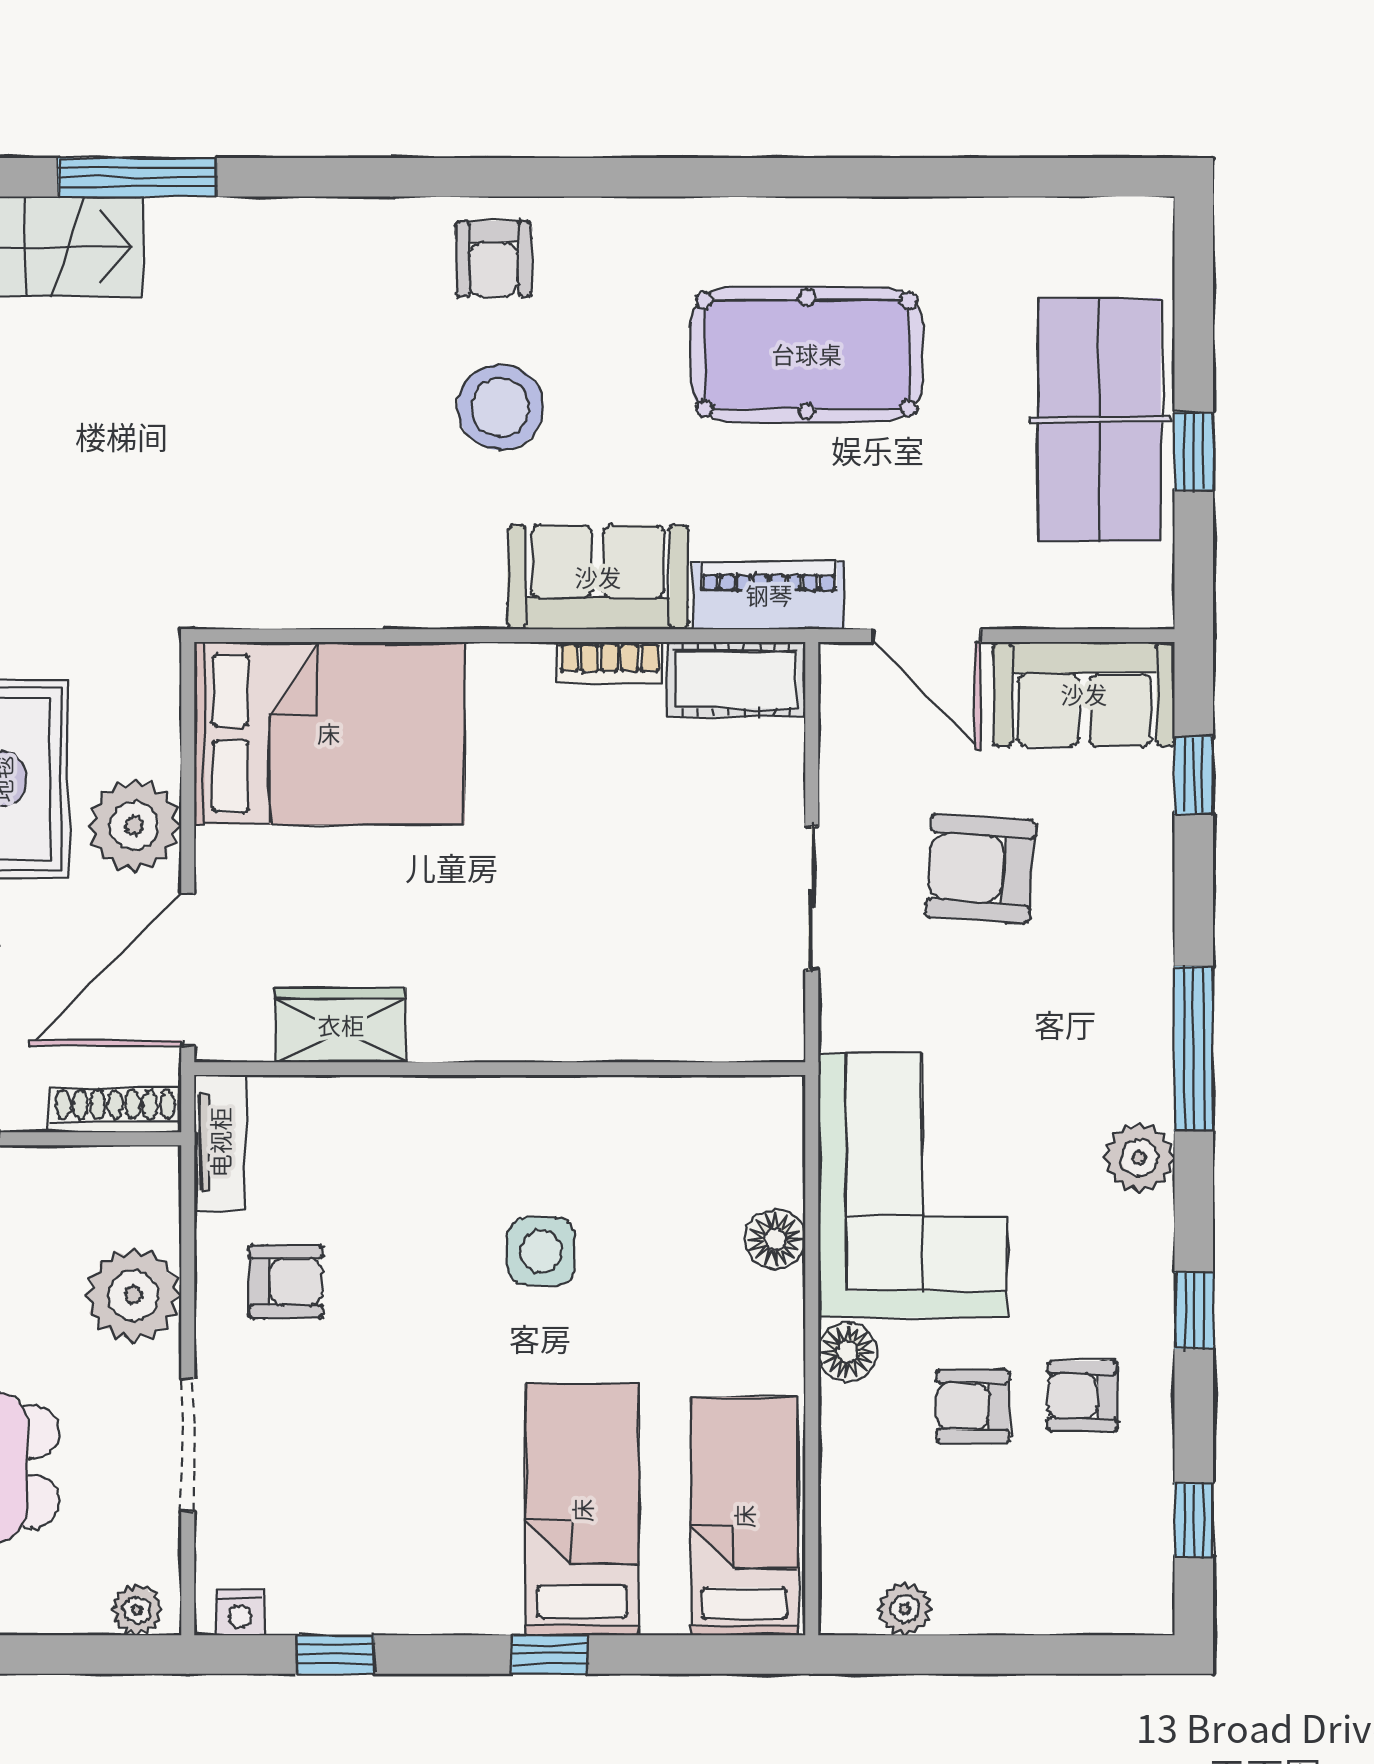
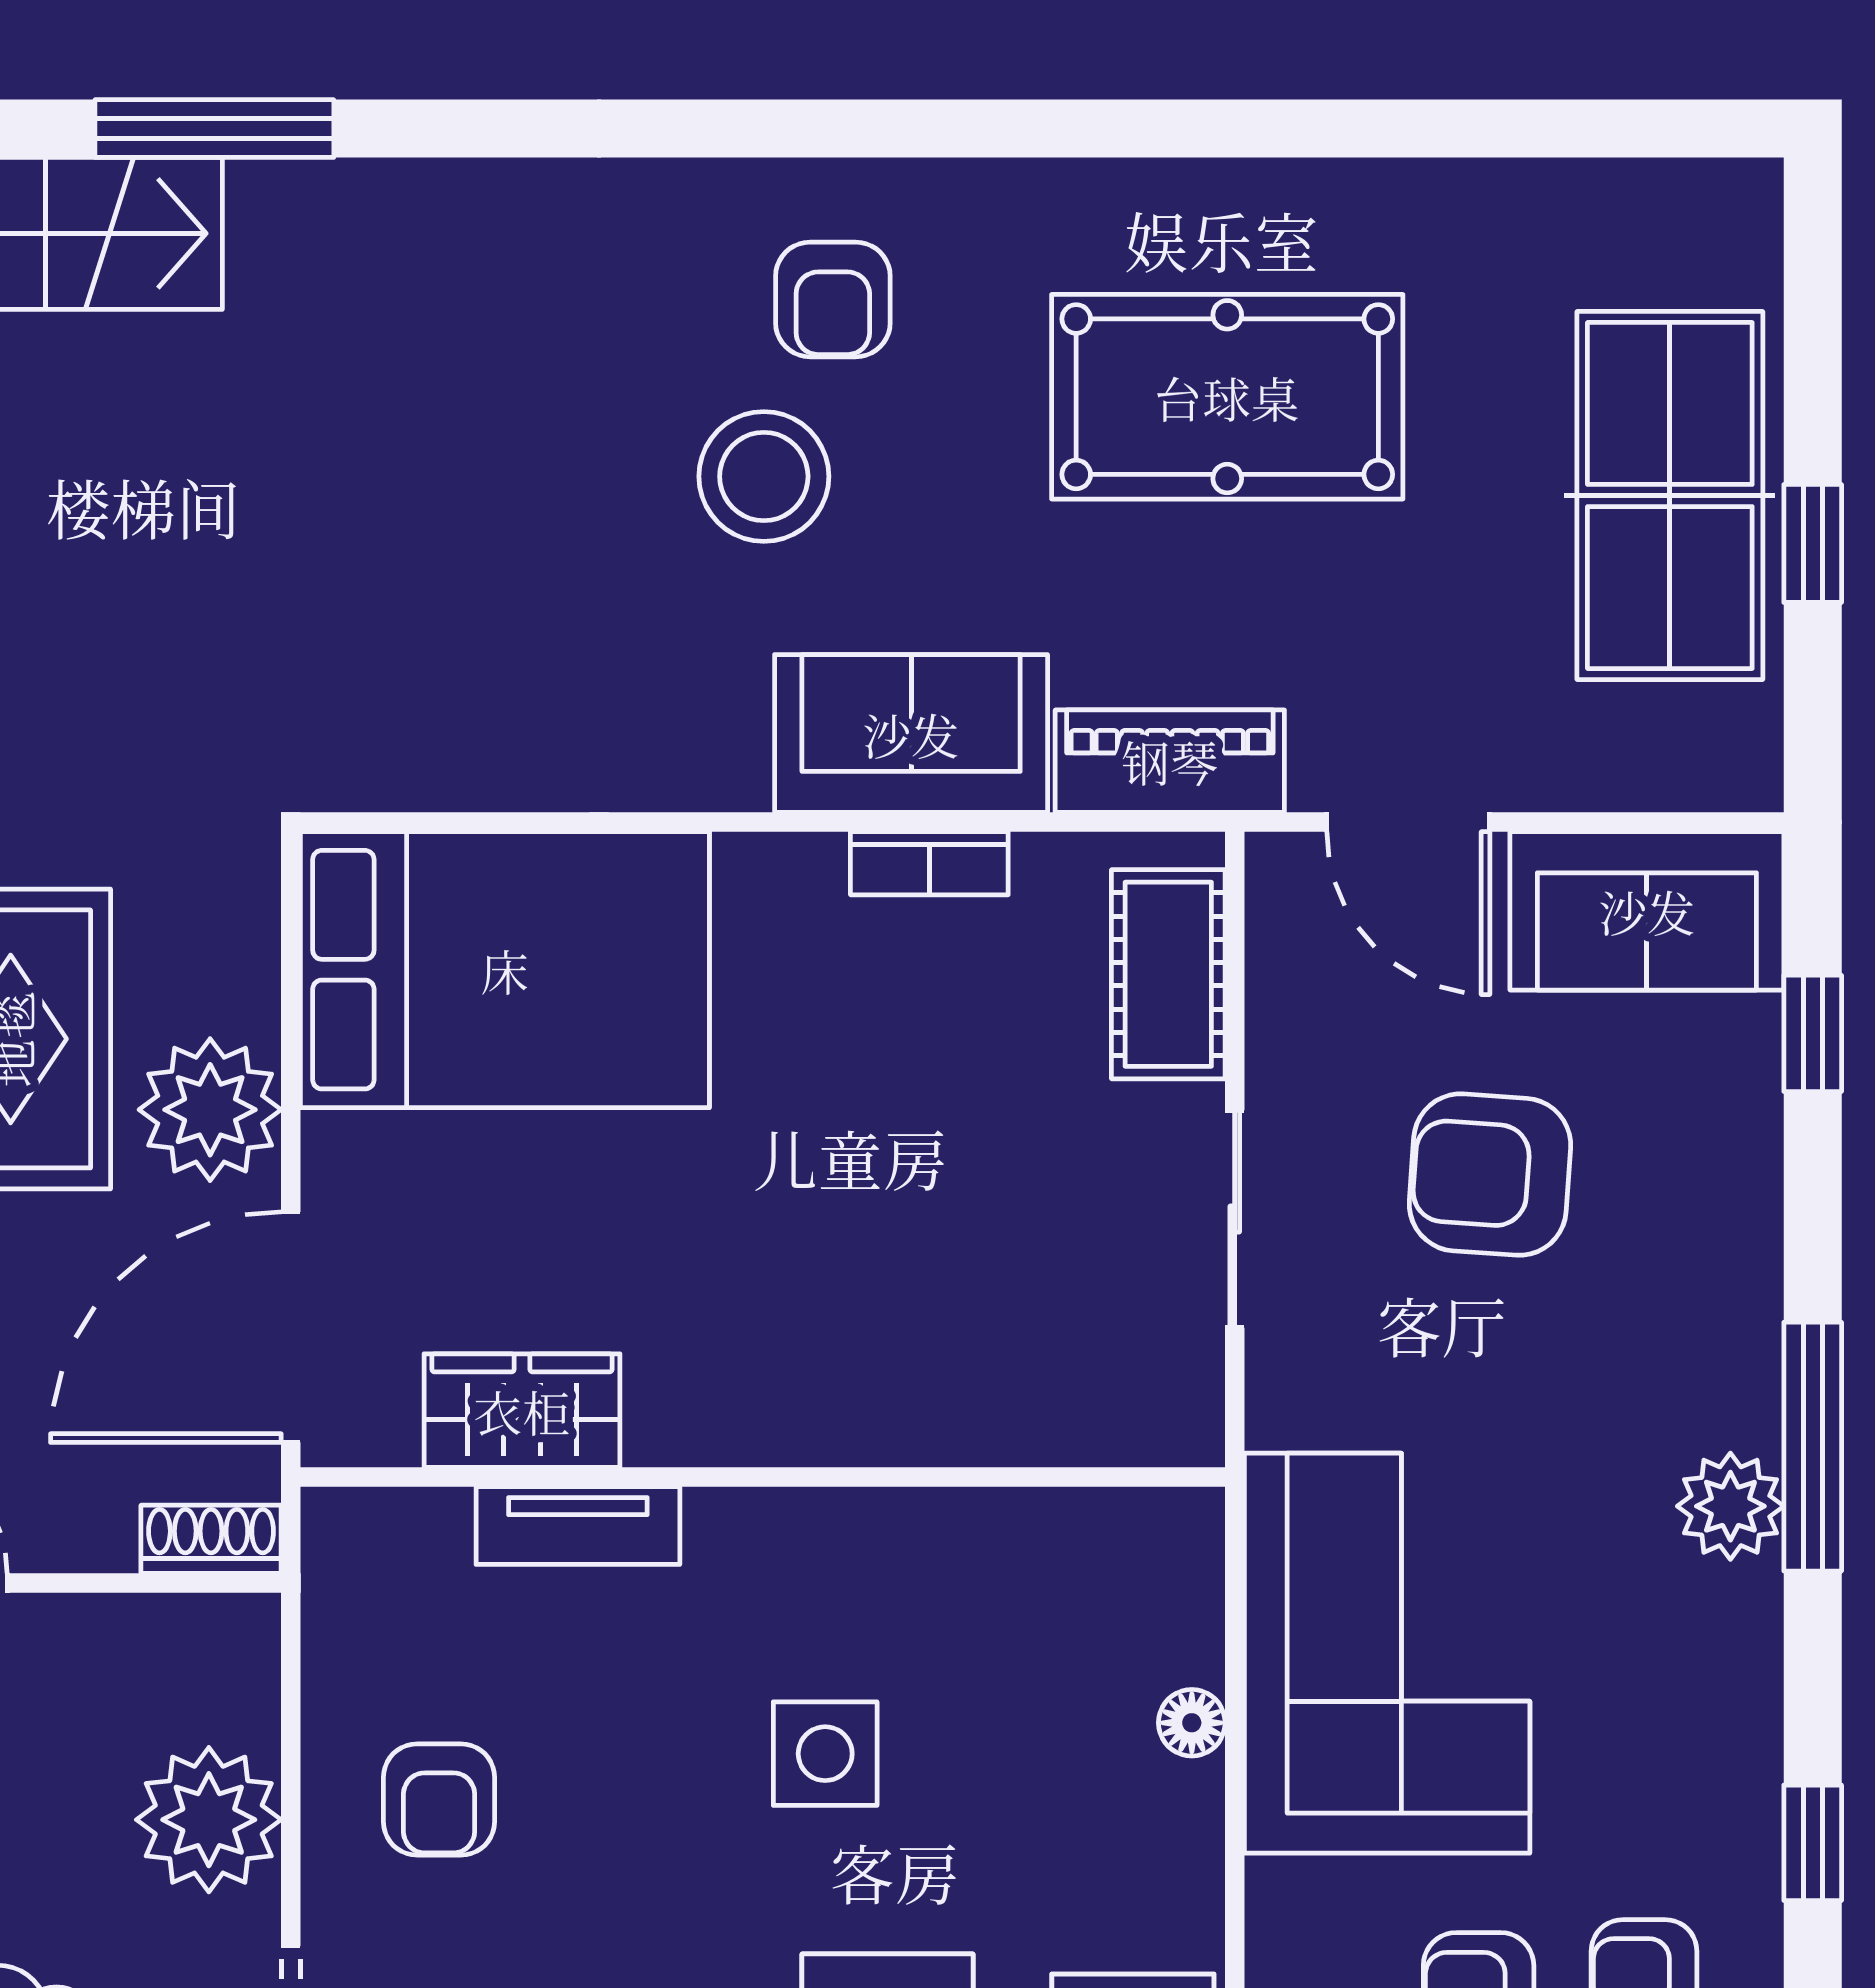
armchair: (494, 259) -> (833, 299), moved
cot: (736, 680) -> (1168, 974), moved, turned 90
shoe rack: (115, 1110) -> (211, 1539), width x0.70
tv unit: (220, 1142) -> (578, 1526), moved, turned 90
plant: (1139, 1158) -> (1730, 1506), moved
floor lamp: (775, 1239) -> (1192, 1723), width x0.73, depth x0.73
armchair: (286, 1282) -> (439, 1800), turned 90
floor lamp: (847, 1352) -> (1289, 1905), removed

